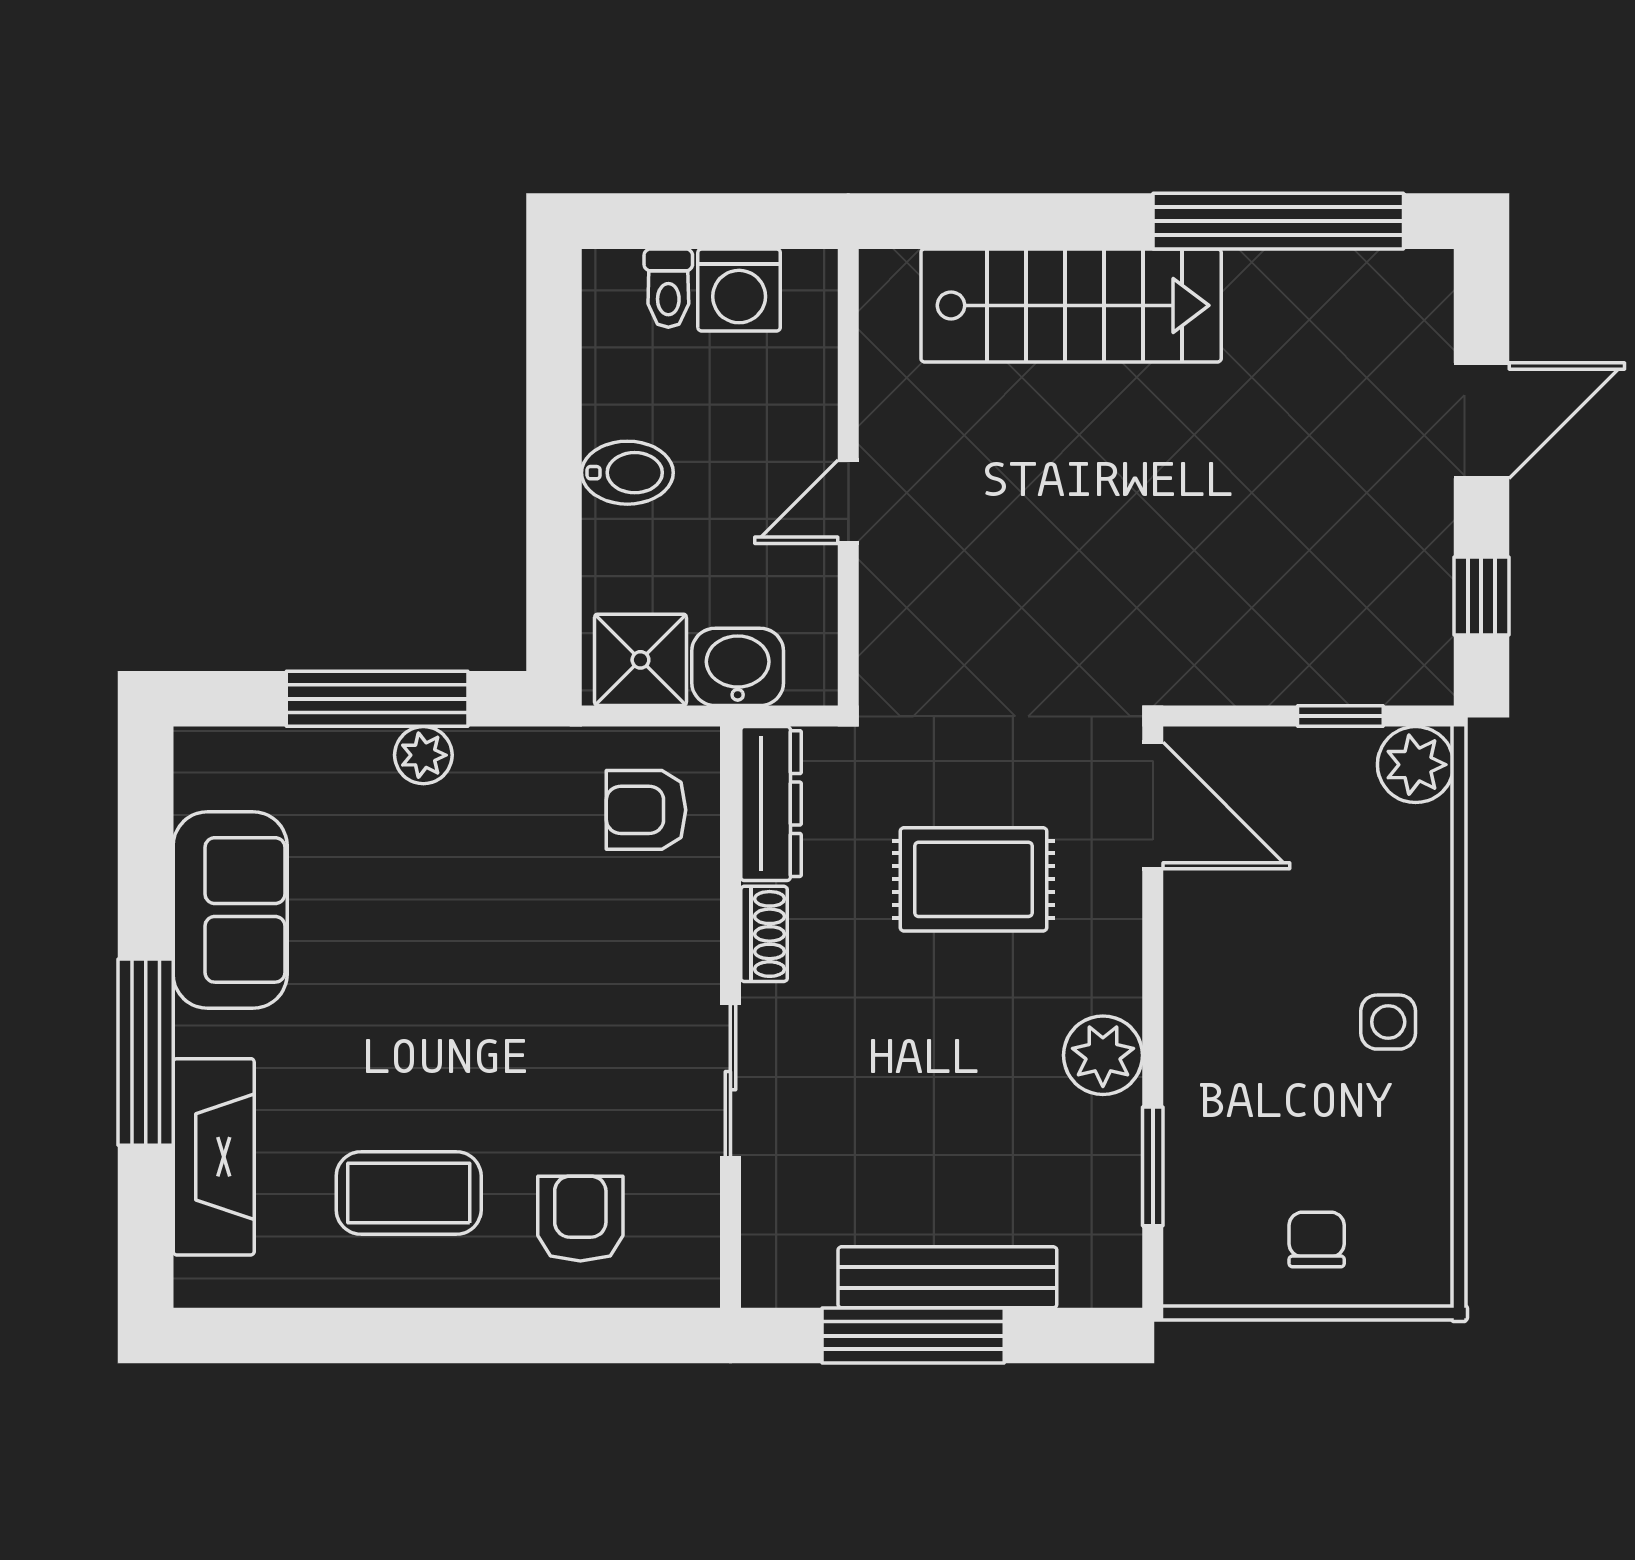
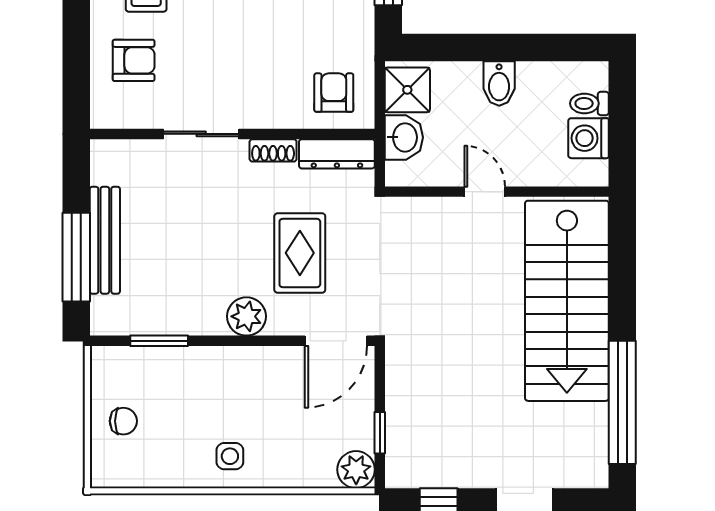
stairs: (1071, 305) -> (567, 301), width x1.36, depth x1.51
plant: (1103, 1055) -> (246, 316), moved
window: (913, 1336) -> (76, 257), moved

